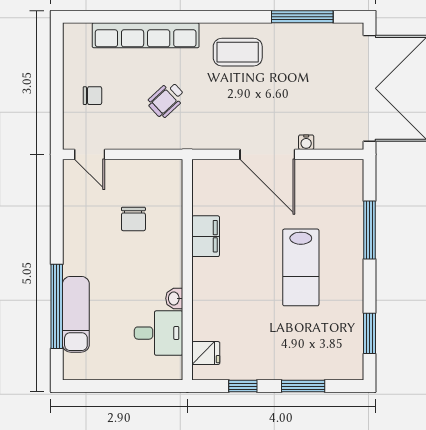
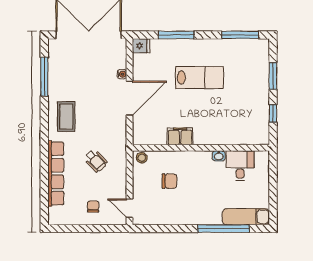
door: (90, 154) -> (129, 208), swing flipped
stool: (171, 174) -> (142, 158), added
exam couch: (76, 314) -> (246, 217), moved
window: (370, 333) -> (240, 35), width x1.44
fridge: (206, 353) -> (141, 46), moved, turned 90

